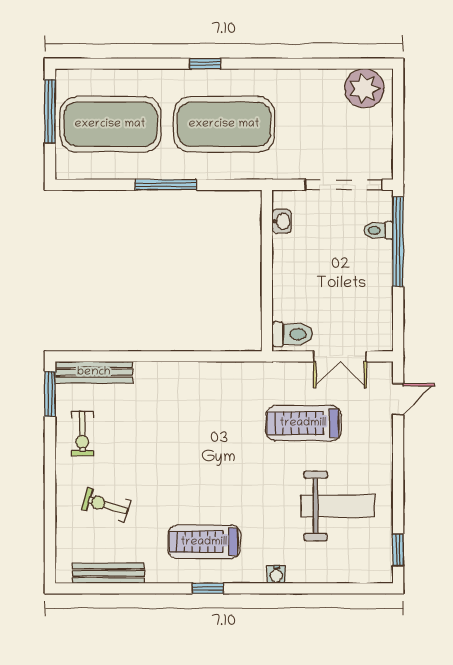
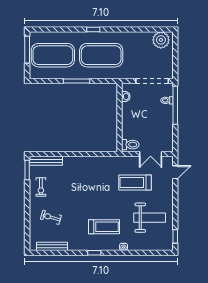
treadmill: (204, 542) -> (104, 227), moved, turned 180

